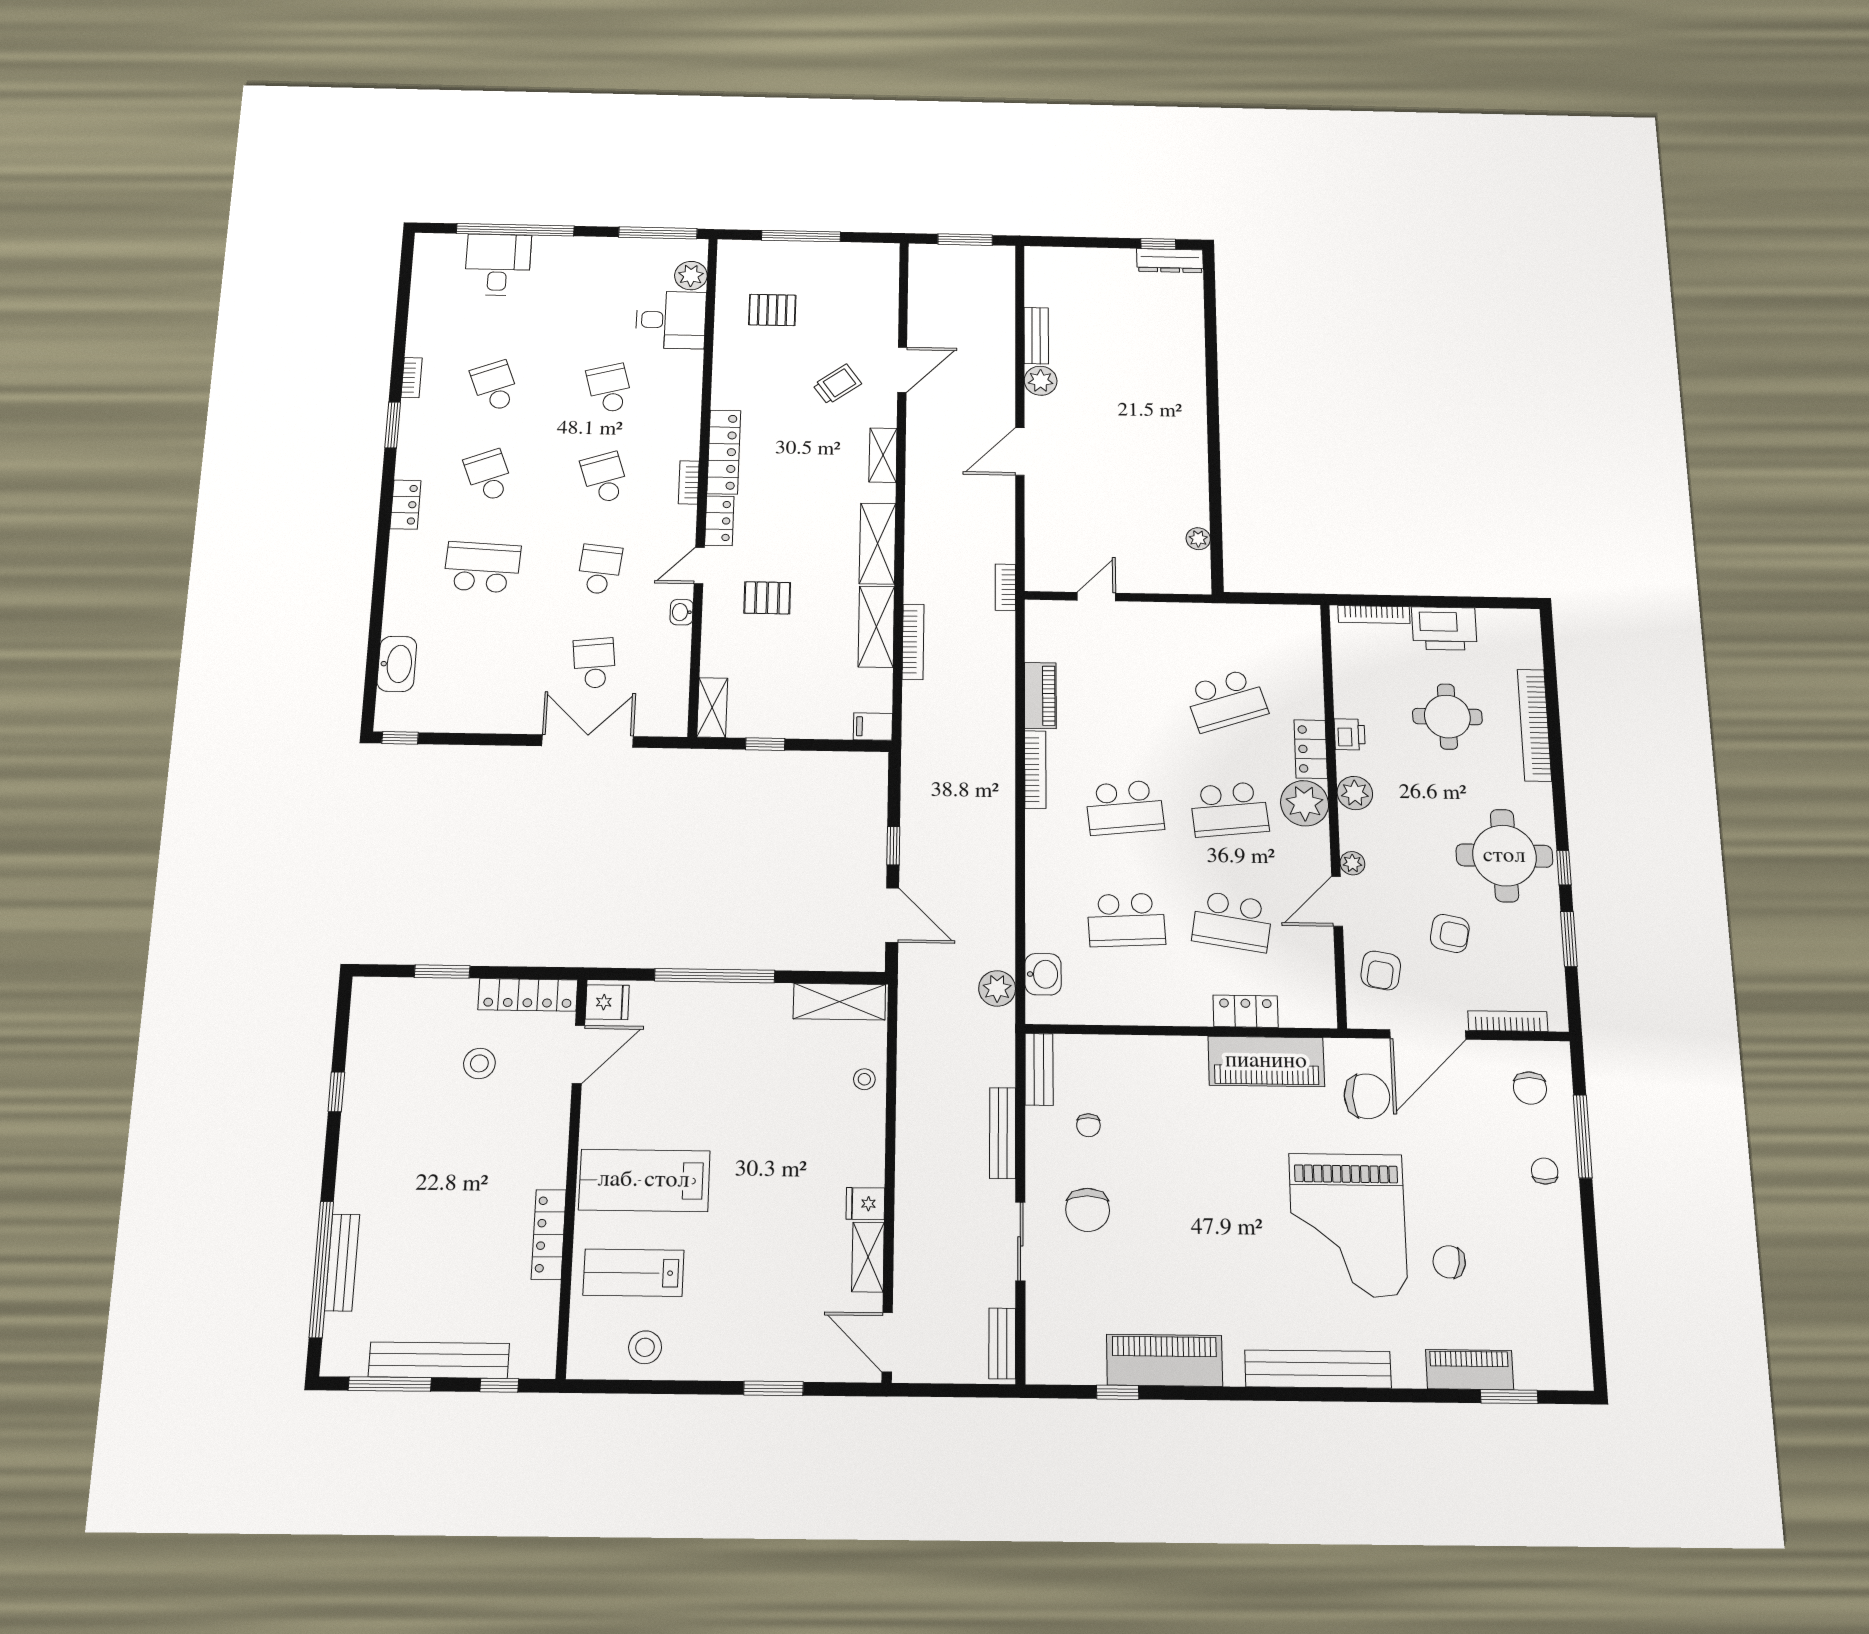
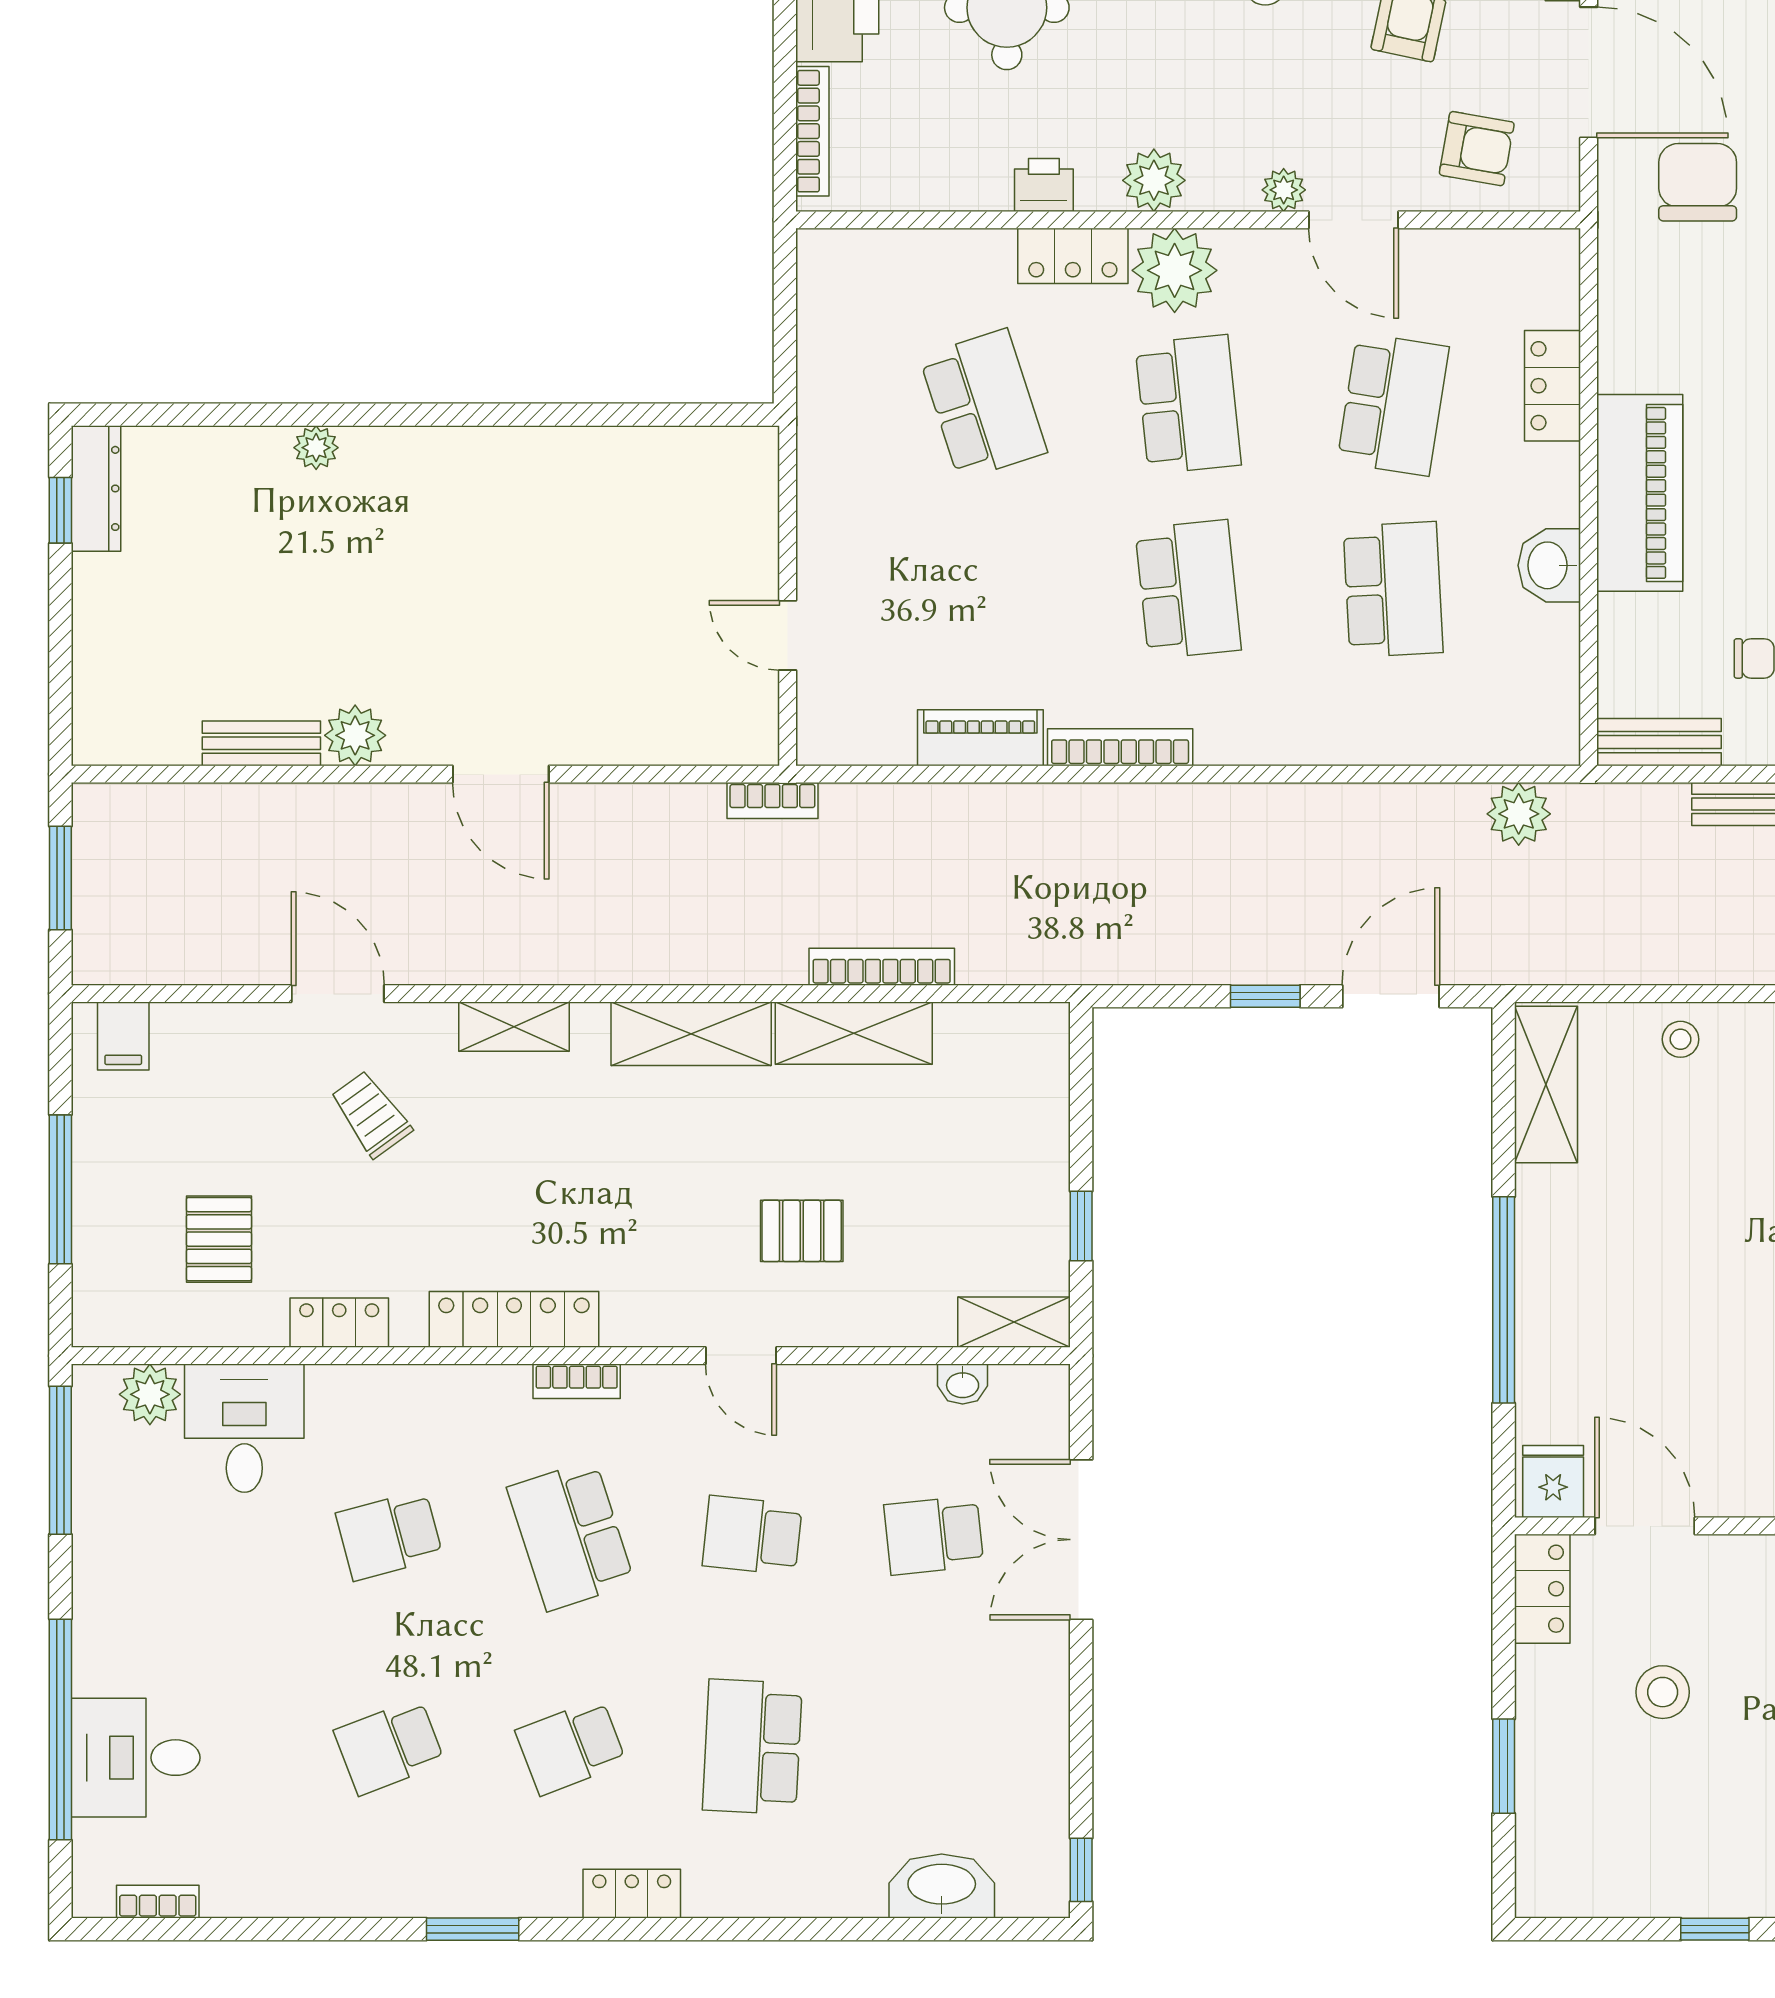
bookcase: (412, 378) -> (158, 1902), moved
school desk: (605, 478) -> (571, 1535), width x1.85
locker: (719, 521) -> (339, 1323), moved
plant: (1198, 539) -> (316, 448), moved
pallet: (767, 598) -> (802, 1231), turned 90
washbasin: (682, 612) -> (963, 1384), moved
filing cabinet: (873, 727) -> (123, 1036), moved
washbasin: (1043, 974) -> (1549, 565), moved, turned -90
locker: (528, 995) -> (1542, 1589), width x0.66
piano: (1266, 1061) -> (1640, 493), moved

